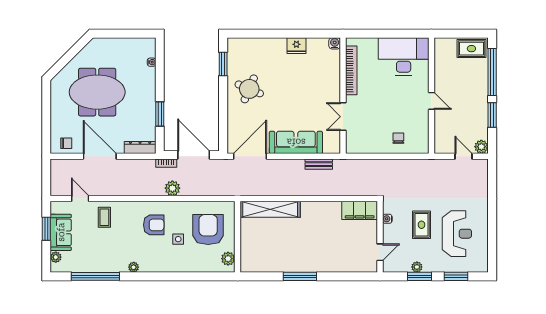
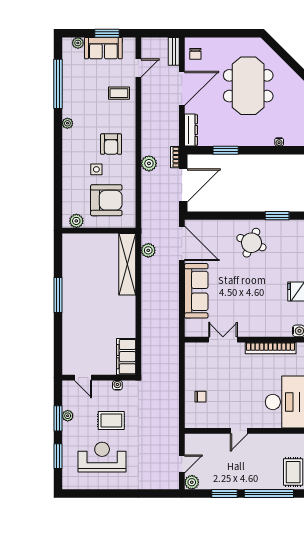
bench: (319, 164) -> (174, 51), moved
plant: (257, 189) -> (148, 250), added
reception desk: (457, 234) -> (102, 457), turned 180

